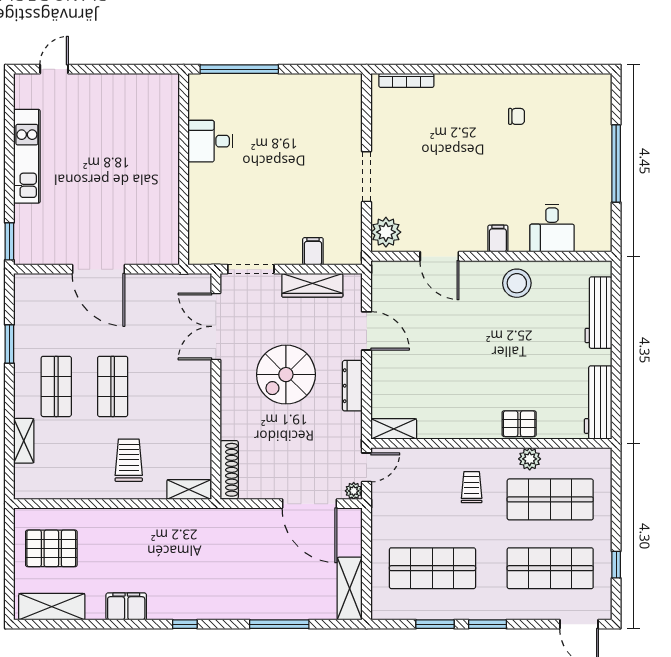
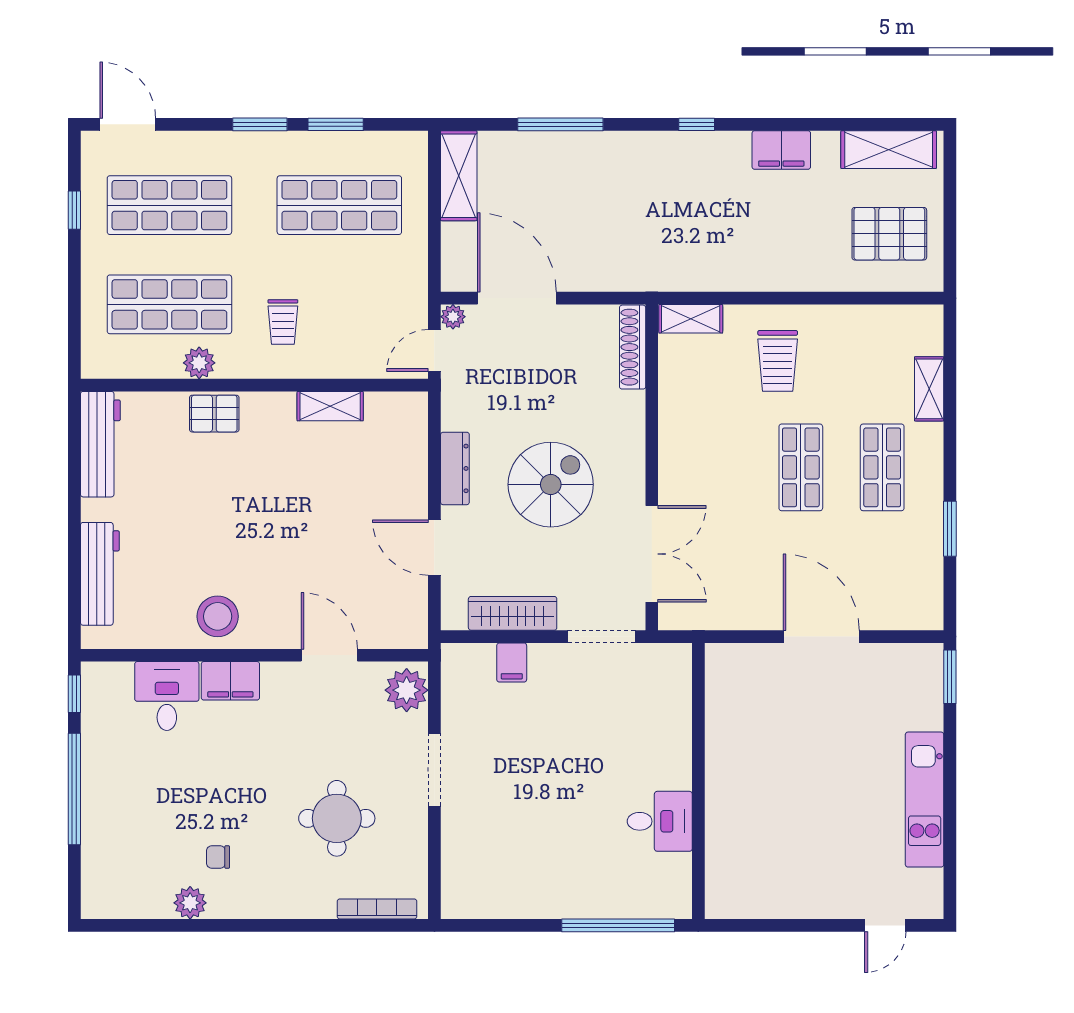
plant: (536, 85) -> (190, 903), added
round table: (434, 143) -> (337, 818), added
window: (616, 230) -> (74, 694), added
filing cabinet: (498, 239) -> (230, 681), width x2.00
shelving: (394, 429) -> (330, 406), moved

